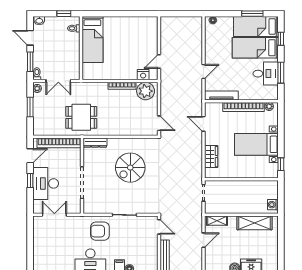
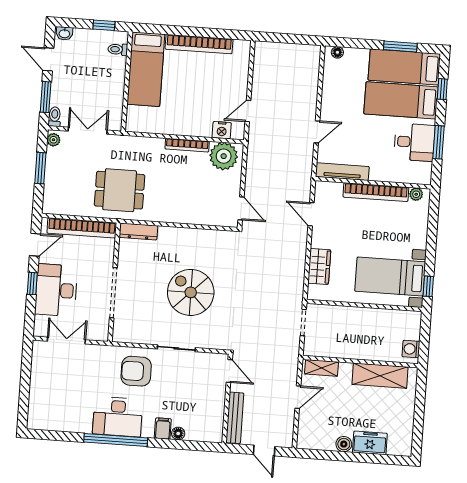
bookcase: (125, 21) -> (199, 44), added
double door: (58, 81) -> (88, 131), swing flipped
bed with nightstands: (256, 144) -> (390, 277), moved
spiral stairs: (130, 168) -> (191, 292), moved, turned 90

